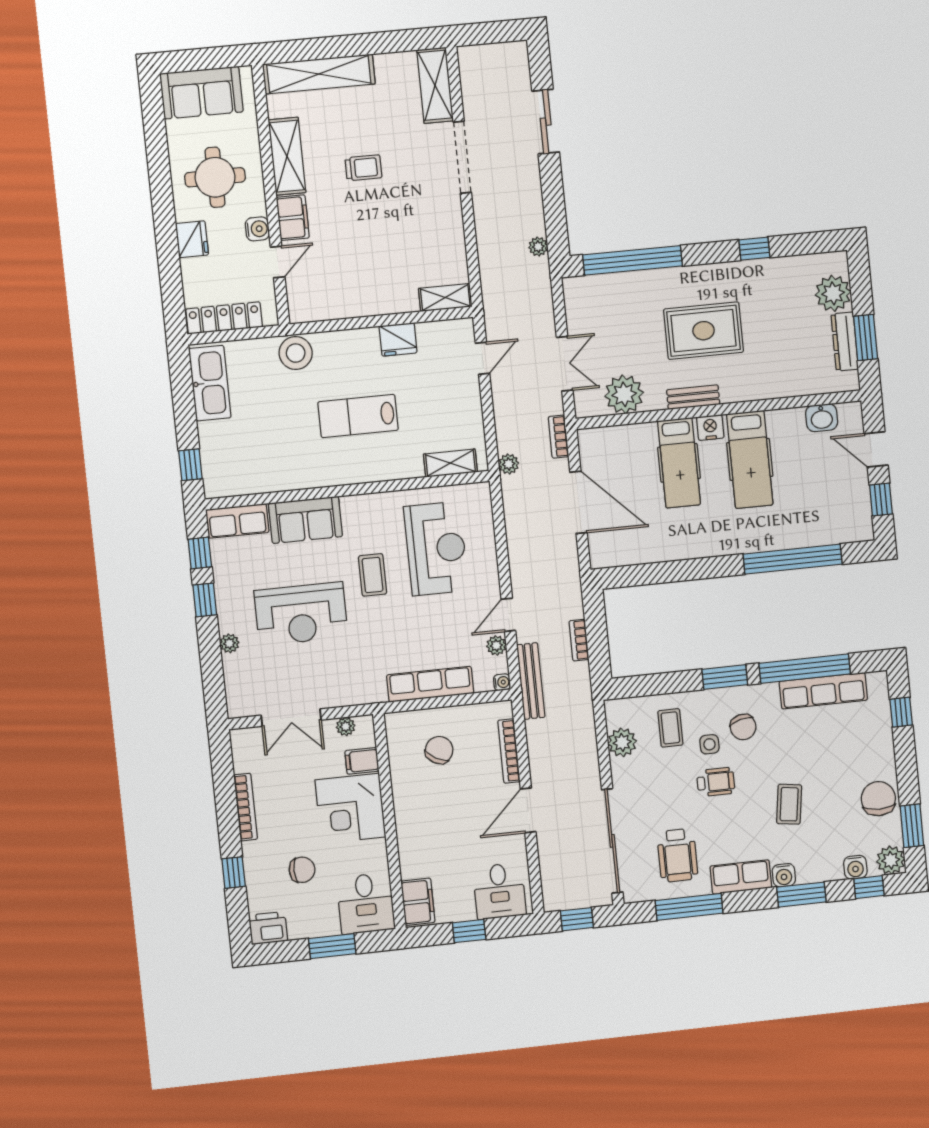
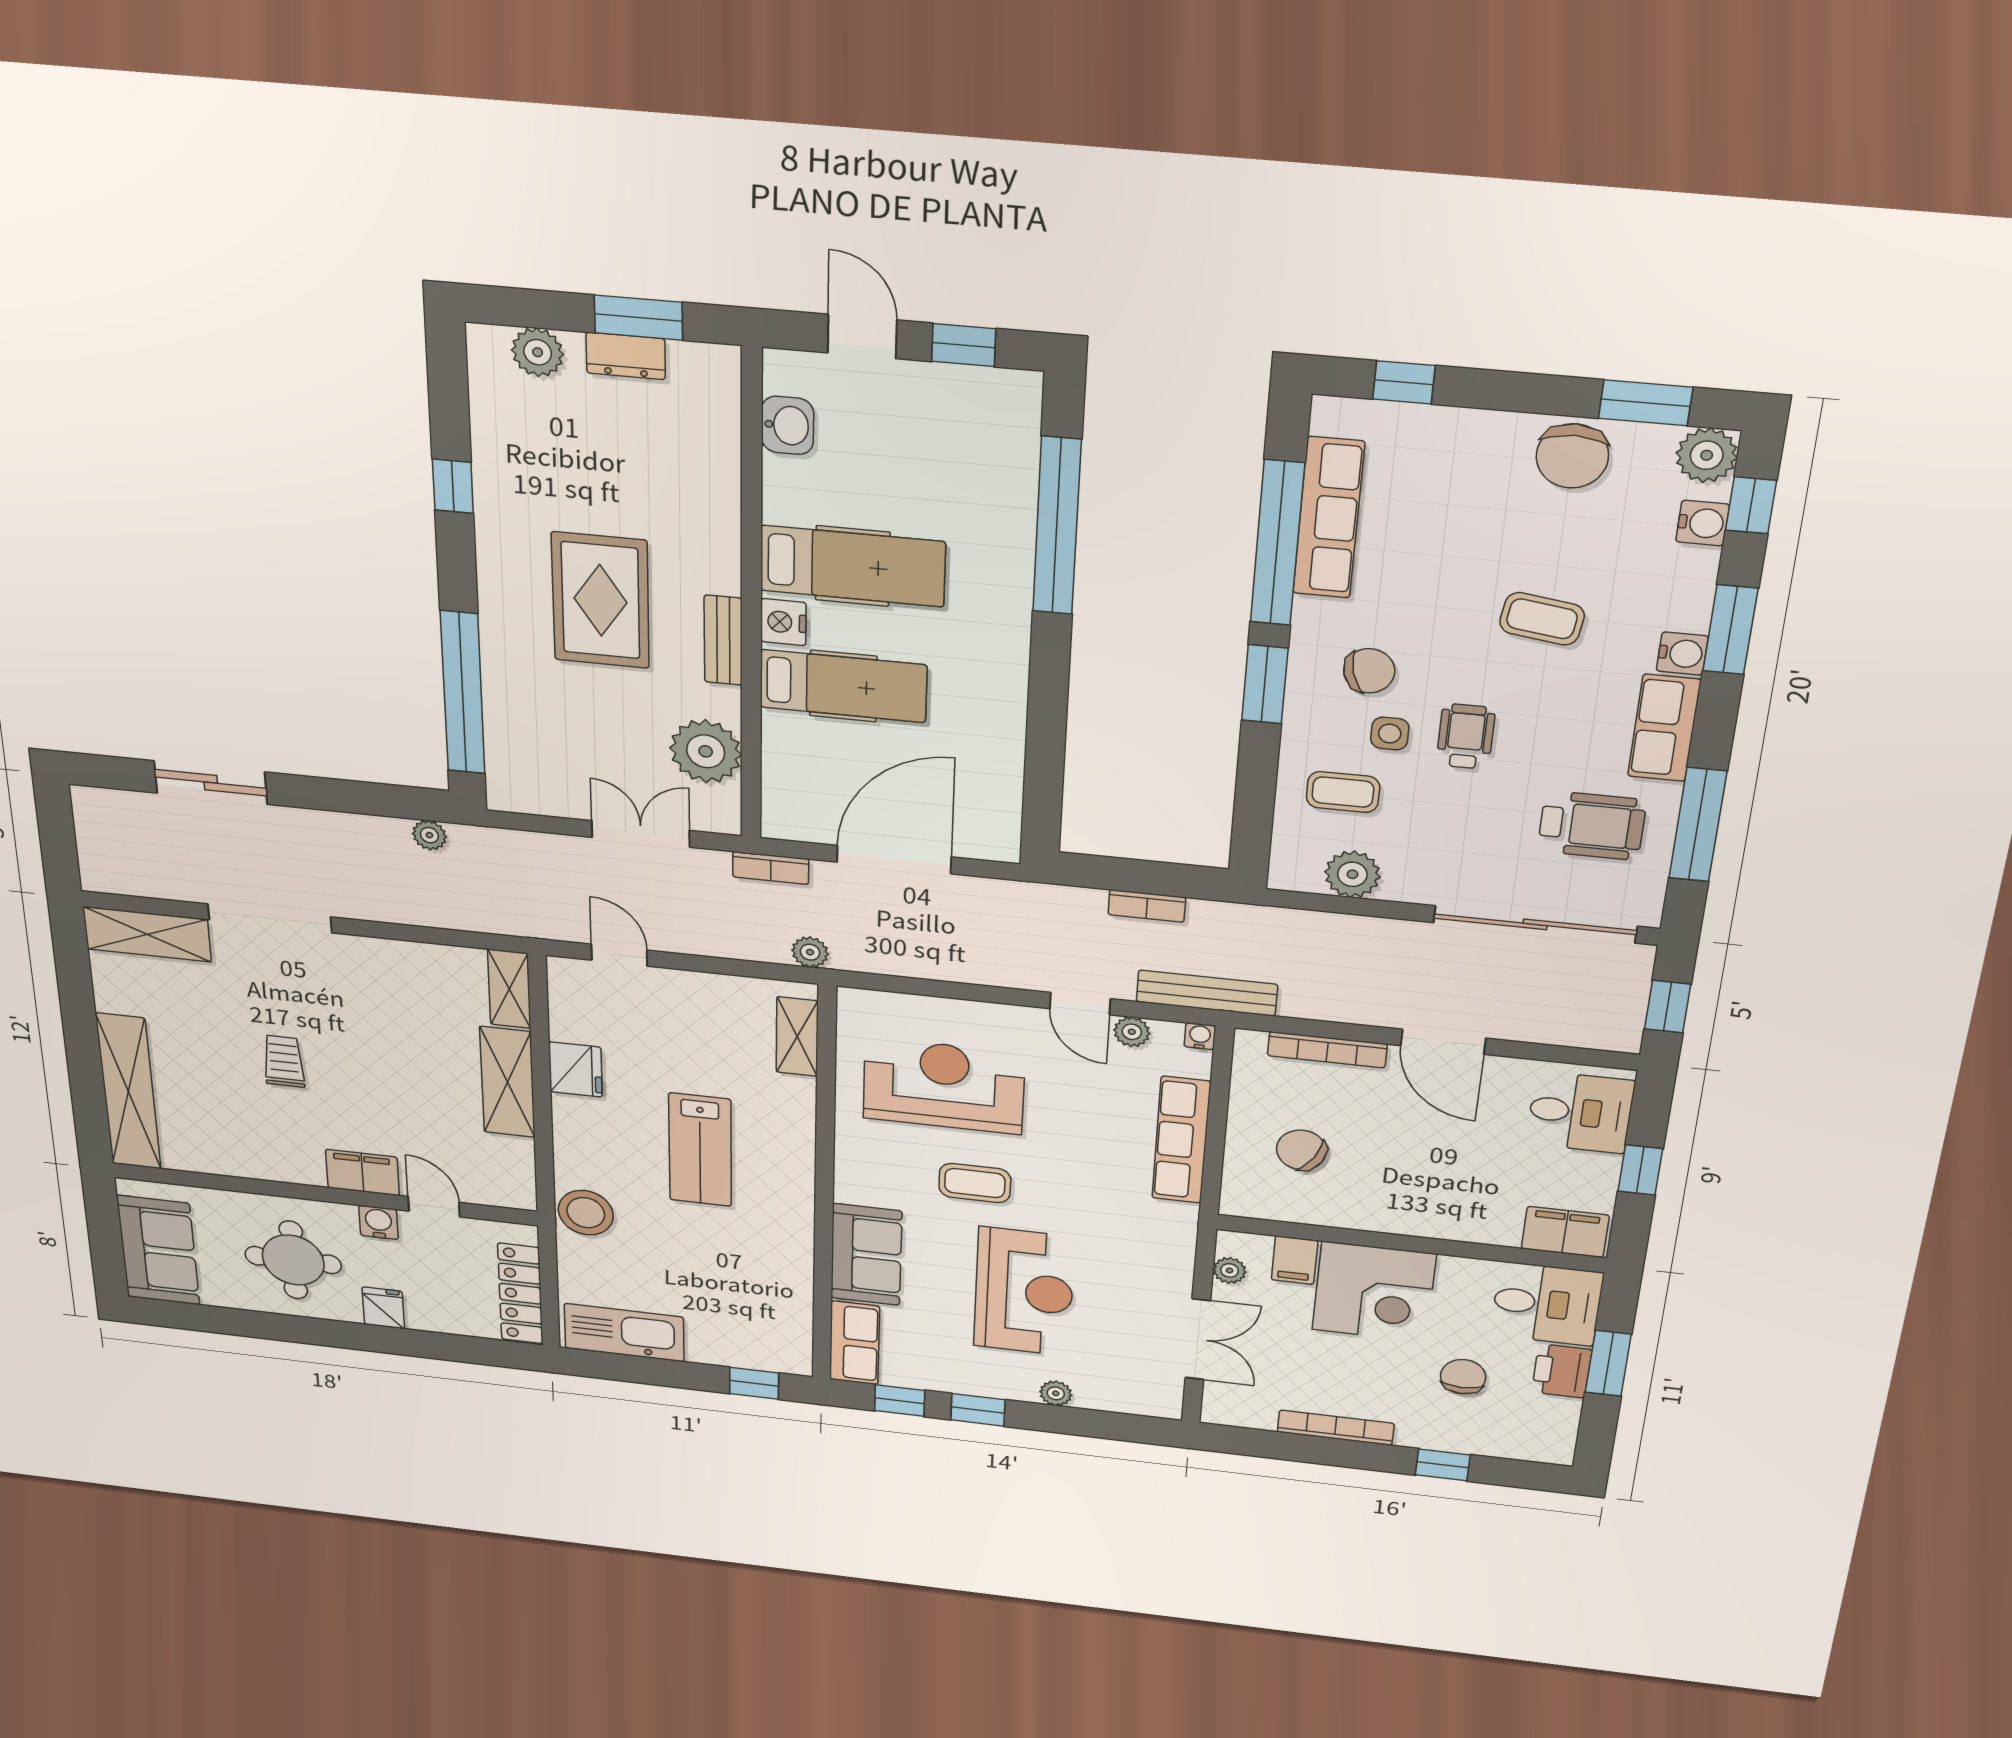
shelving: (287, 156) -> (507, 1082), moved, turned 90
fridge: (192, 239) -> (383, 1308), width x0.72
plant: (833, 293) -> (538, 352), width x0.73, depth x0.73
dresser: (845, 342) -> (626, 356), width x0.70
door: (876, 449) -> (862, 336), swing flipped
chair: (878, 799) -> (1572, 456), turned -90
printer: (268, 928) -> (1562, 1371), moved

